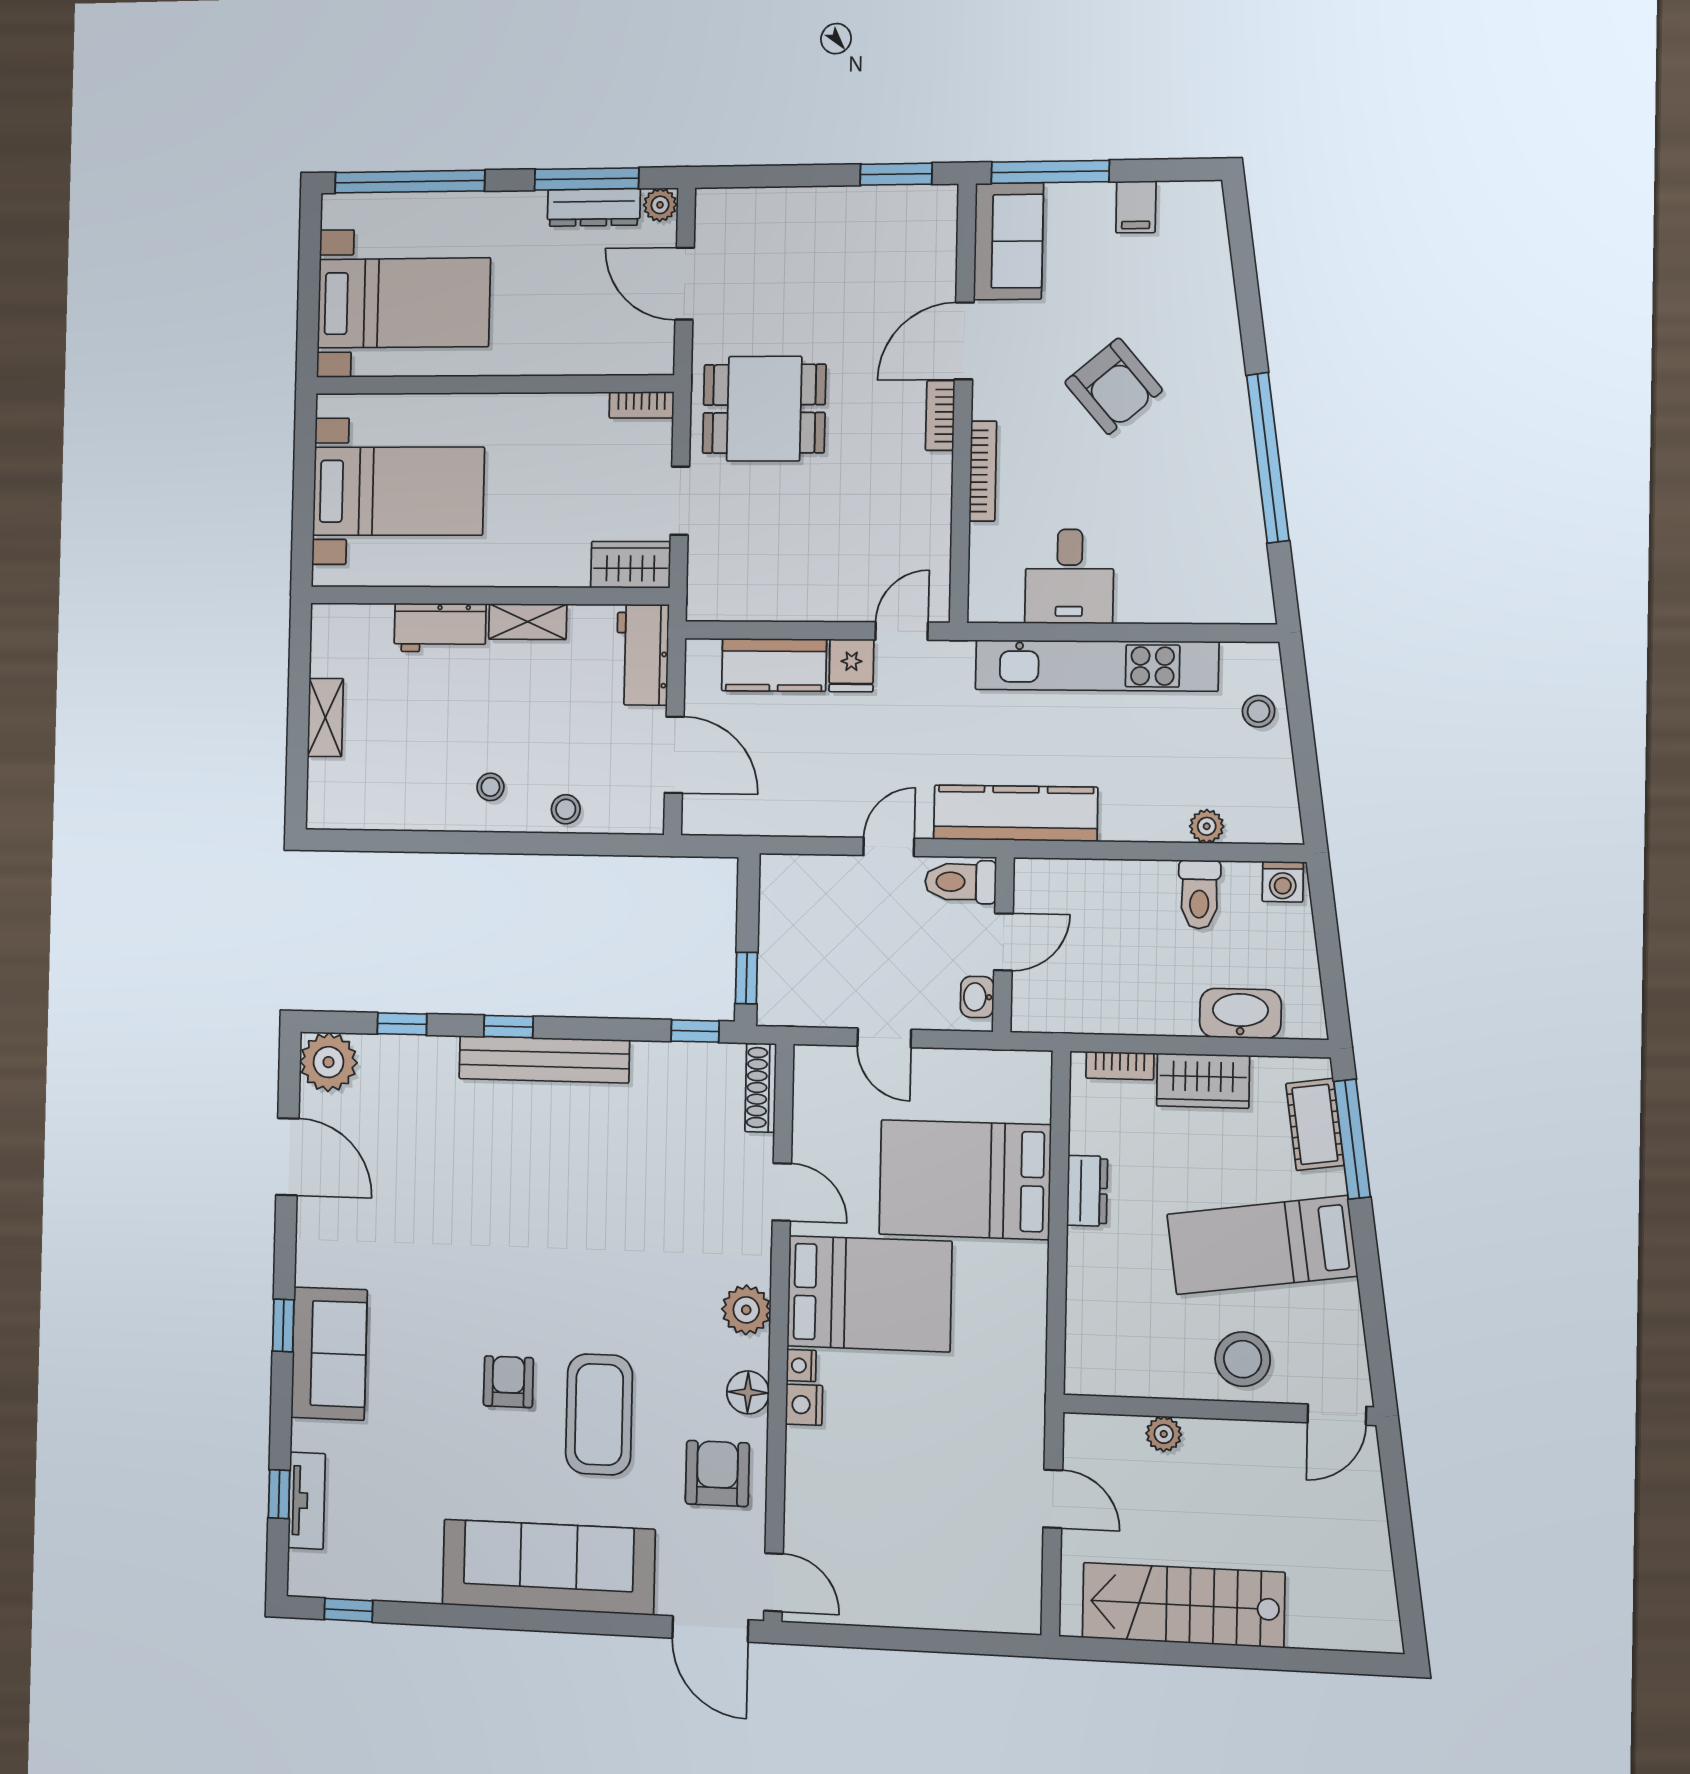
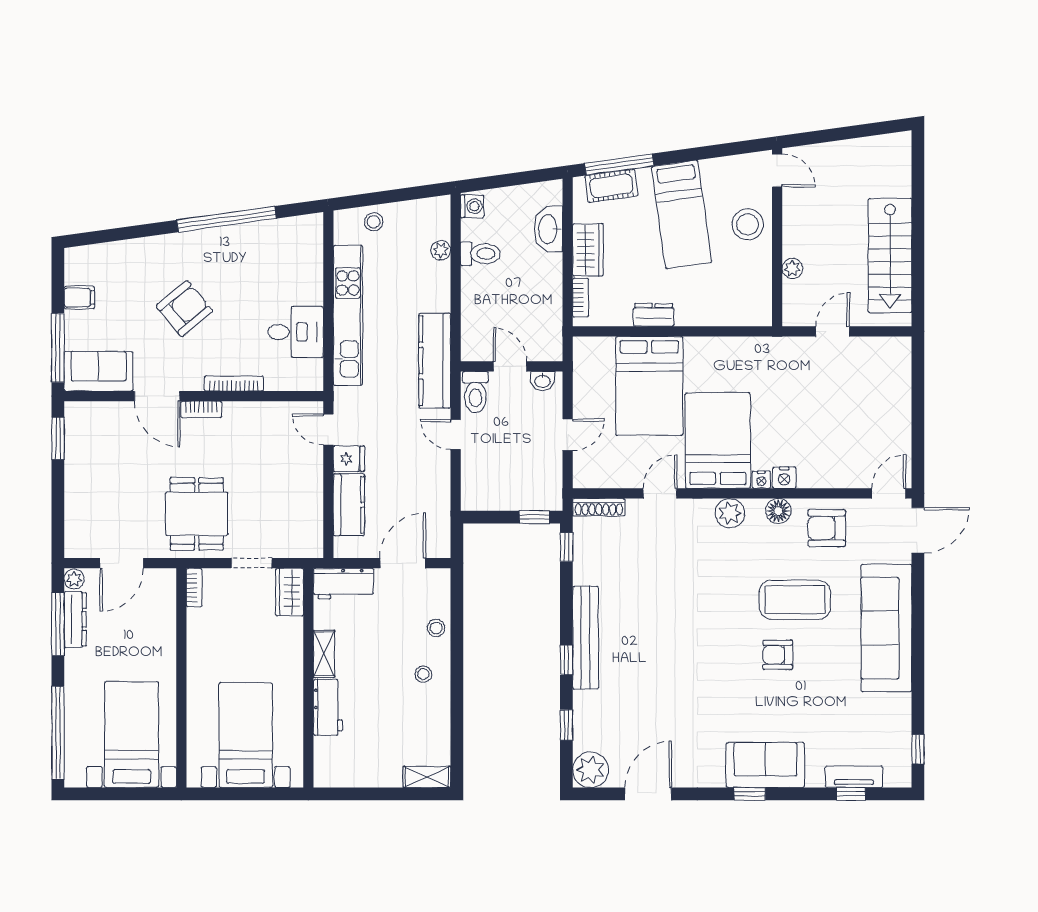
shelving: (325, 717) -> (427, 777), moved

